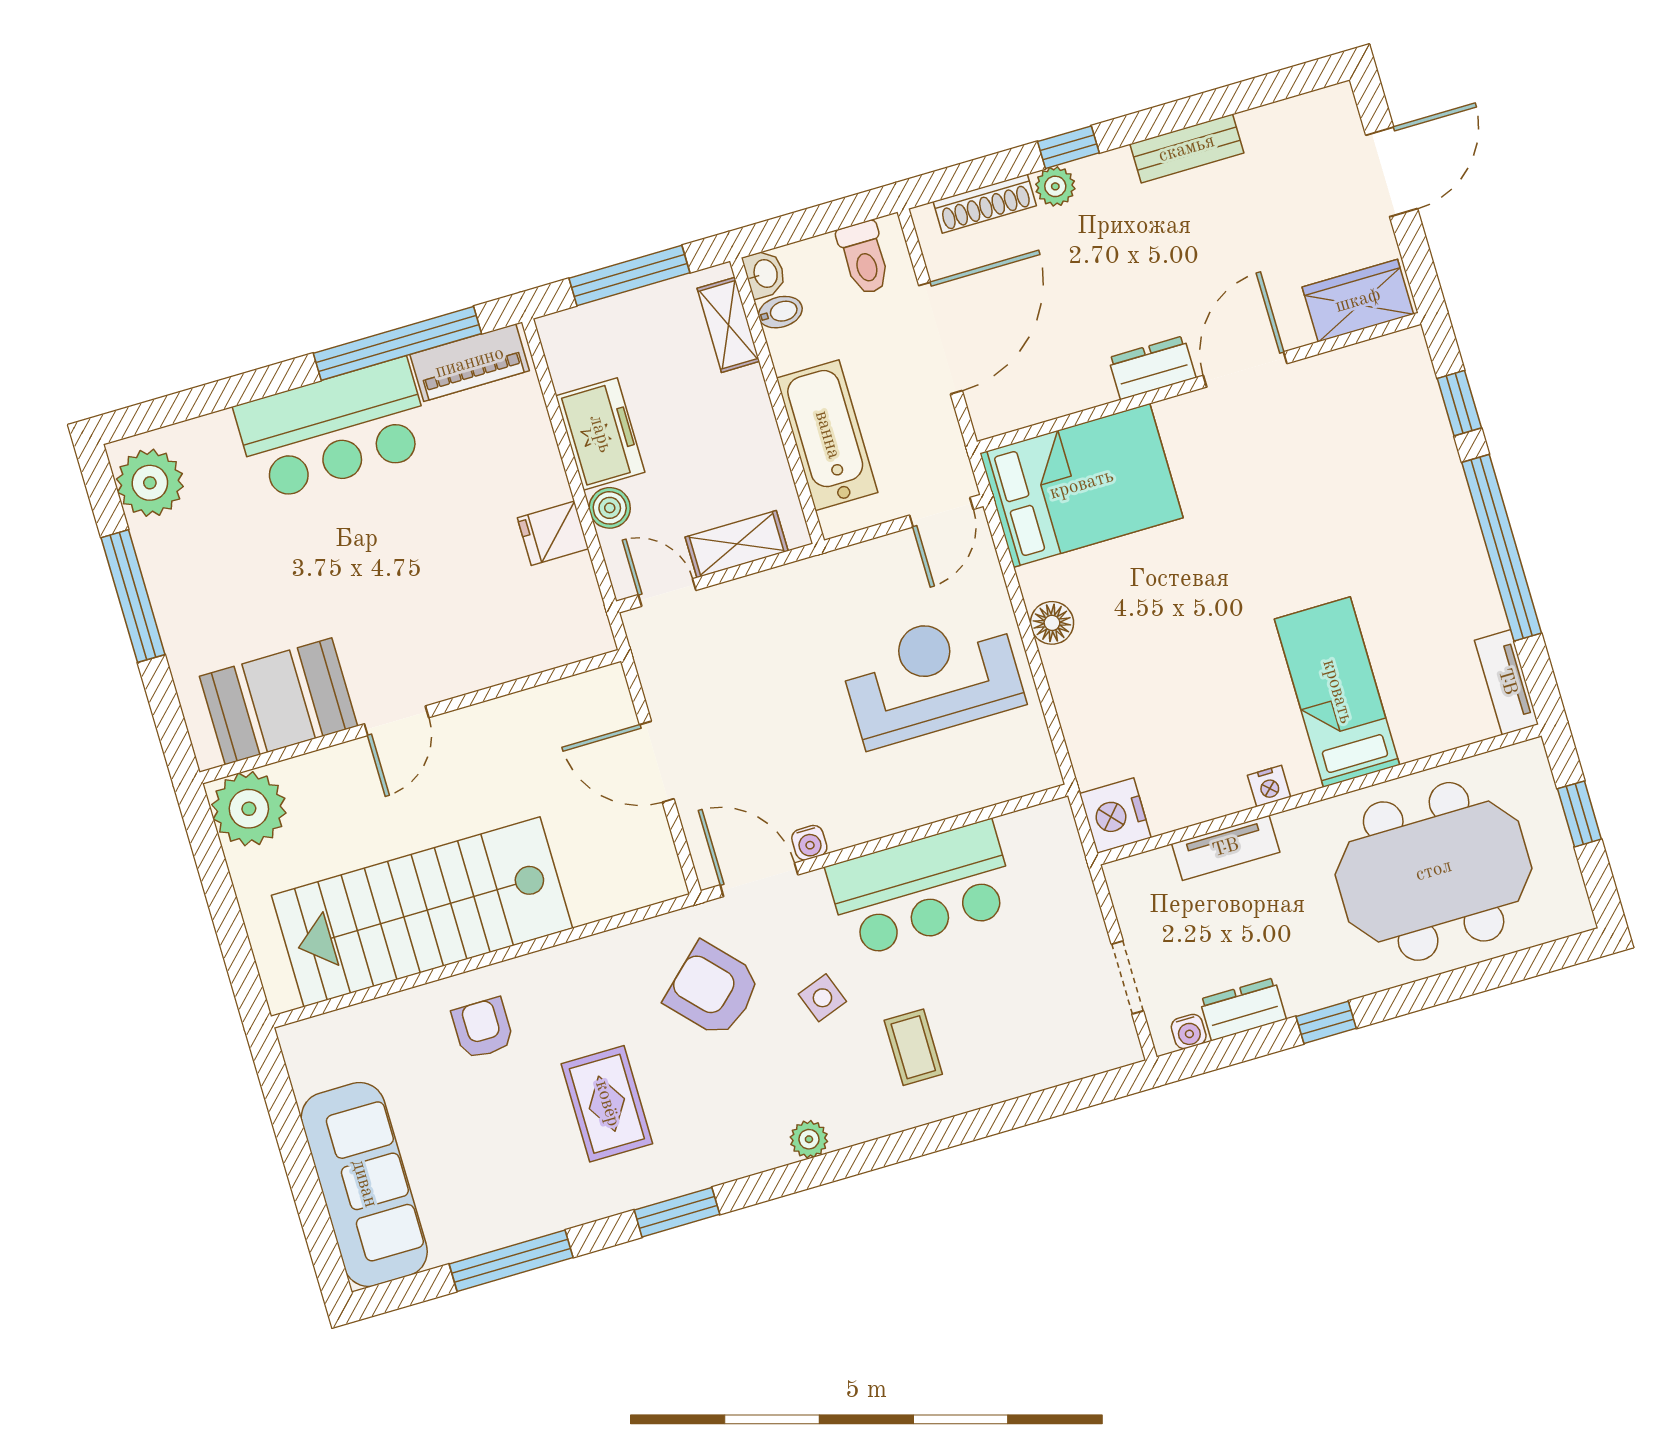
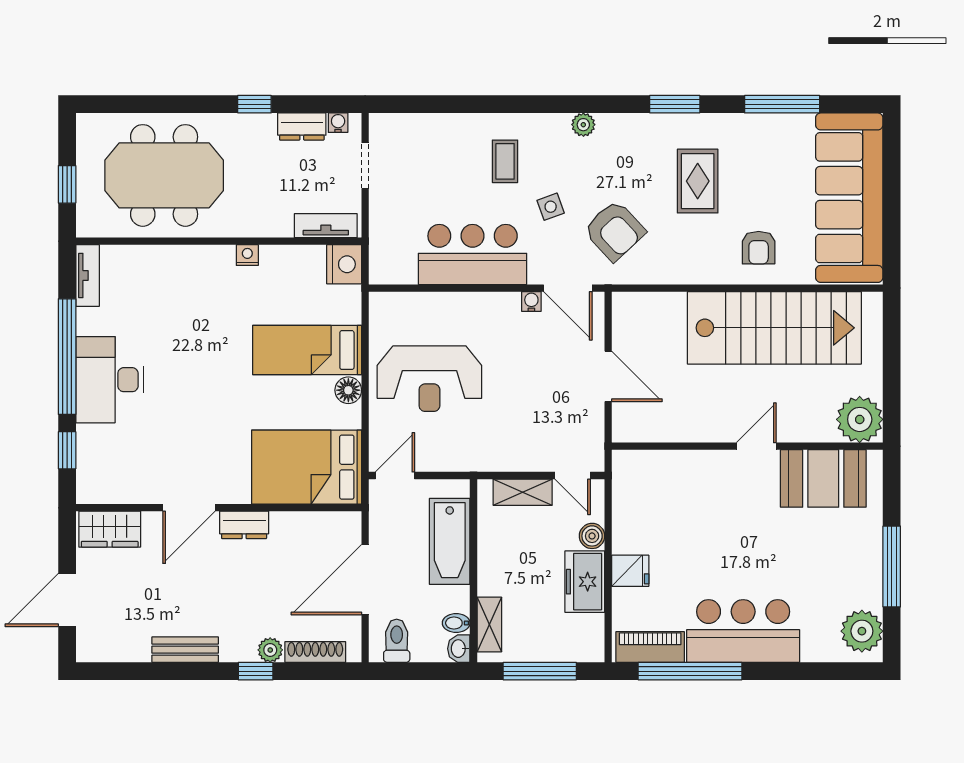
desk: (1425, 531) -> (110, 380), added
fridge: (553, 533) -> (630, 571), moved
bed: (1337, 692) -> (307, 350), moved, turned 90
tv unit: (1226, 848) -> (326, 226), moved
sofa: (364, 1184) -> (849, 198), width x1.36, depth x1.27

